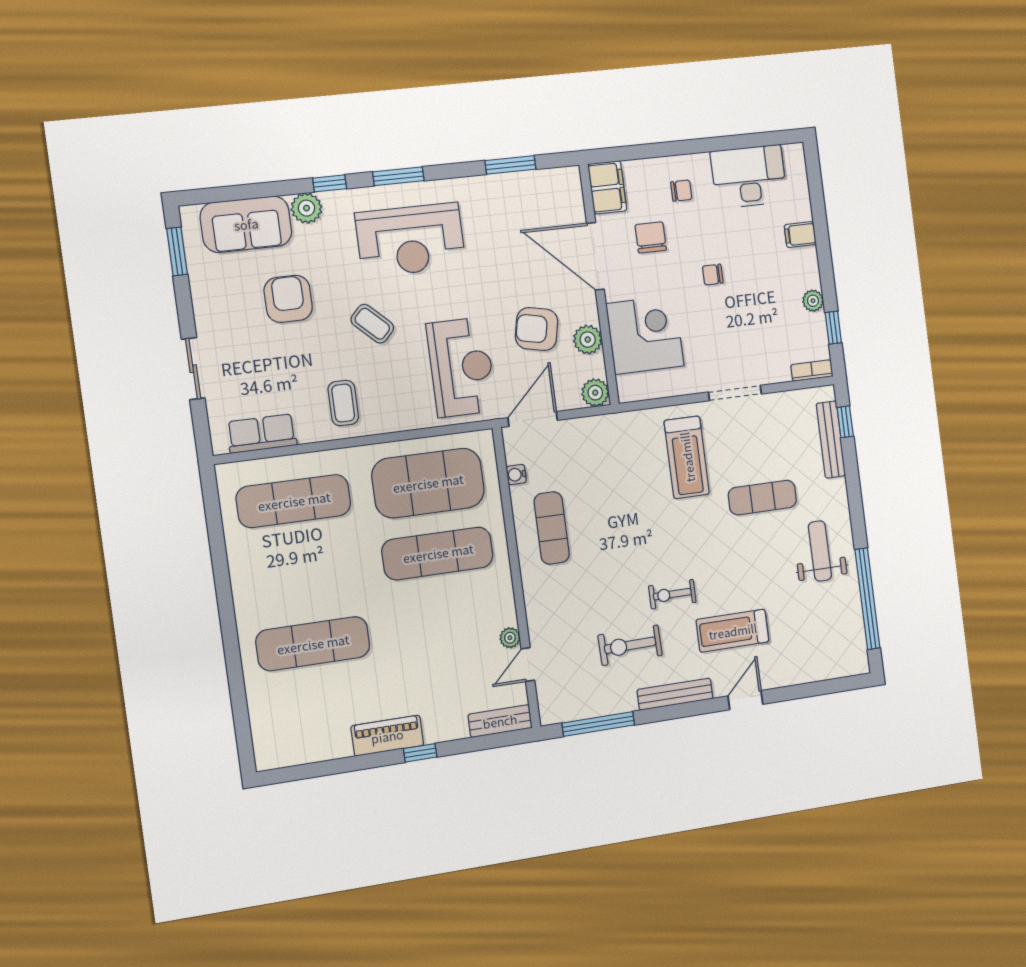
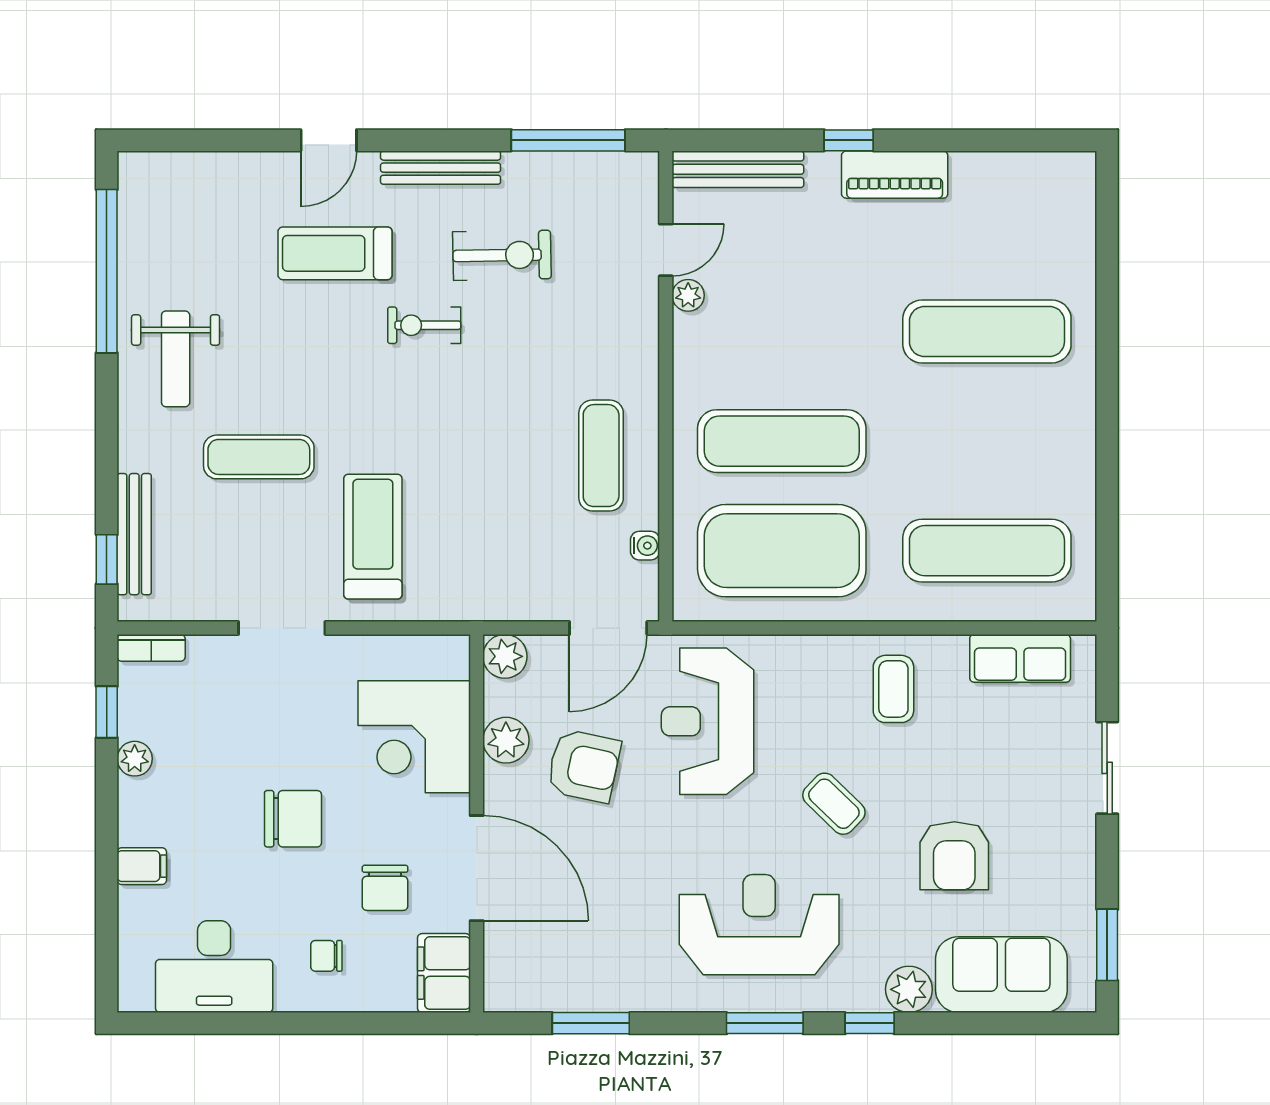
chair: (713, 275) -> (293, 819), width x1.87, depth x1.87
exercise bike: (672, 594) -> (424, 325), turned 180
treadmill: (733, 631) -> (335, 253), turned 180
bench: (500, 721) -> (738, 169), width x1.36

